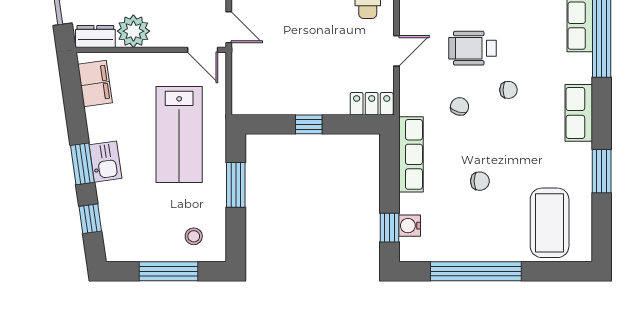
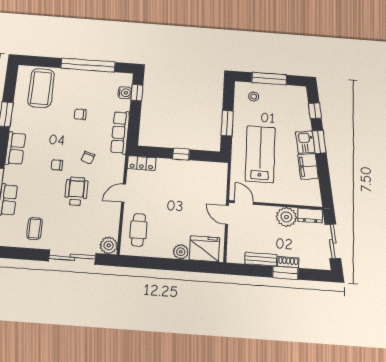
wheelchair: (472, 48) -> (76, 191), turned -90
filing cabinet: (95, 83) -> (308, 166), moved

